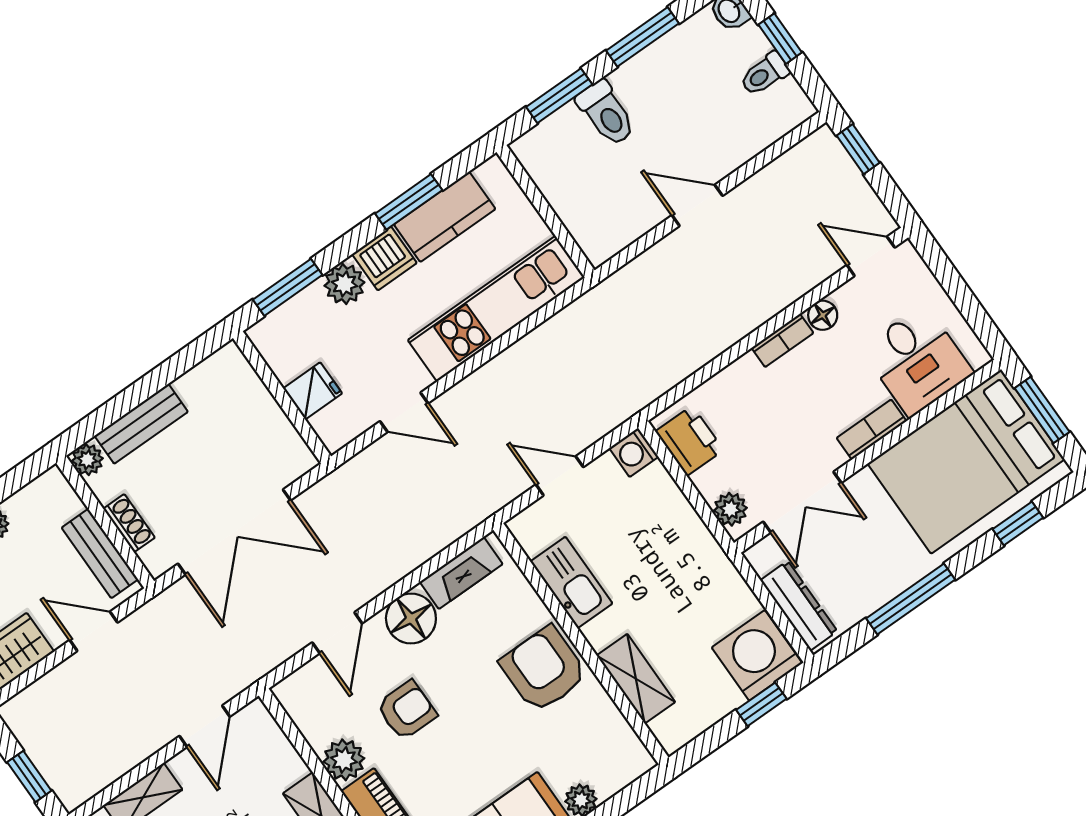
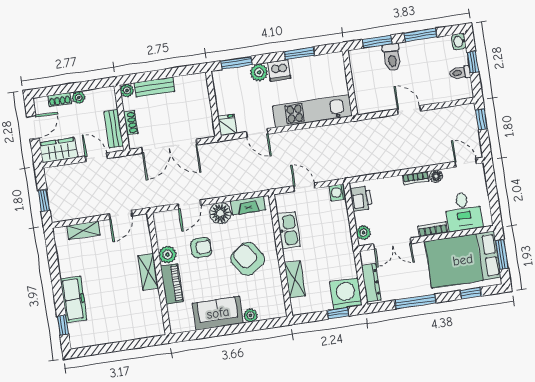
kitchen counter: (445, 217) -> (310, 66), removed
fridge: (313, 391) -> (227, 125), moved, turned -90
armchair: (544, 669) -> (248, 259), moved, turned -35

